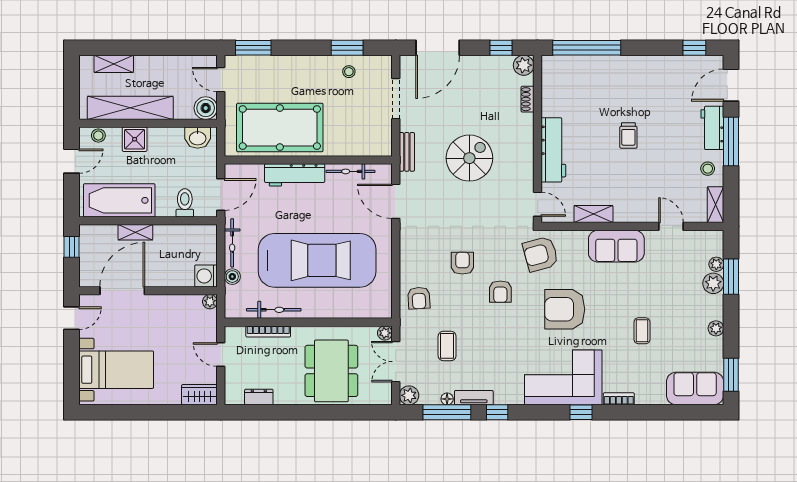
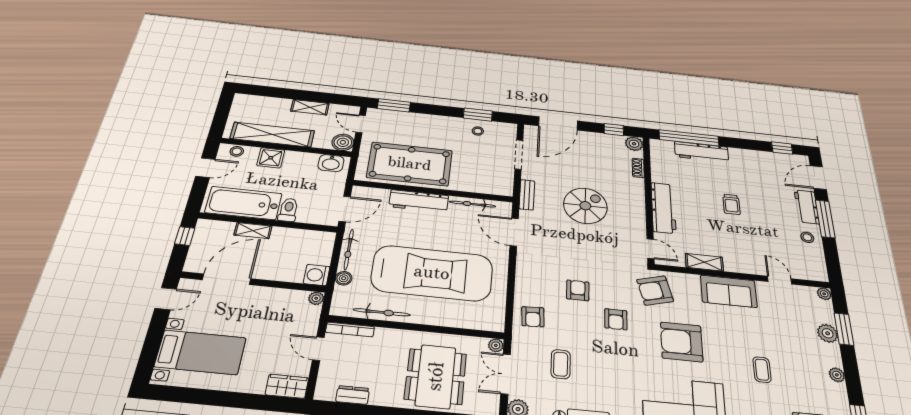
shelving: (114, 64) -> (310, 107), moved
workbench: (600, 66) -> (702, 152), added
toilet: (185, 203) -> (288, 210), moved
shelving: (715, 205) -> (819, 267), removed
plant: (716, 264) -> (824, 294), moved
bookcase: (268, 331) -> (350, 329), moved

